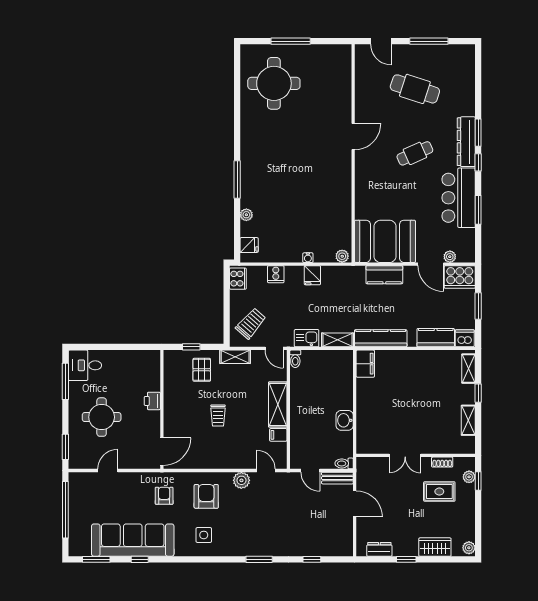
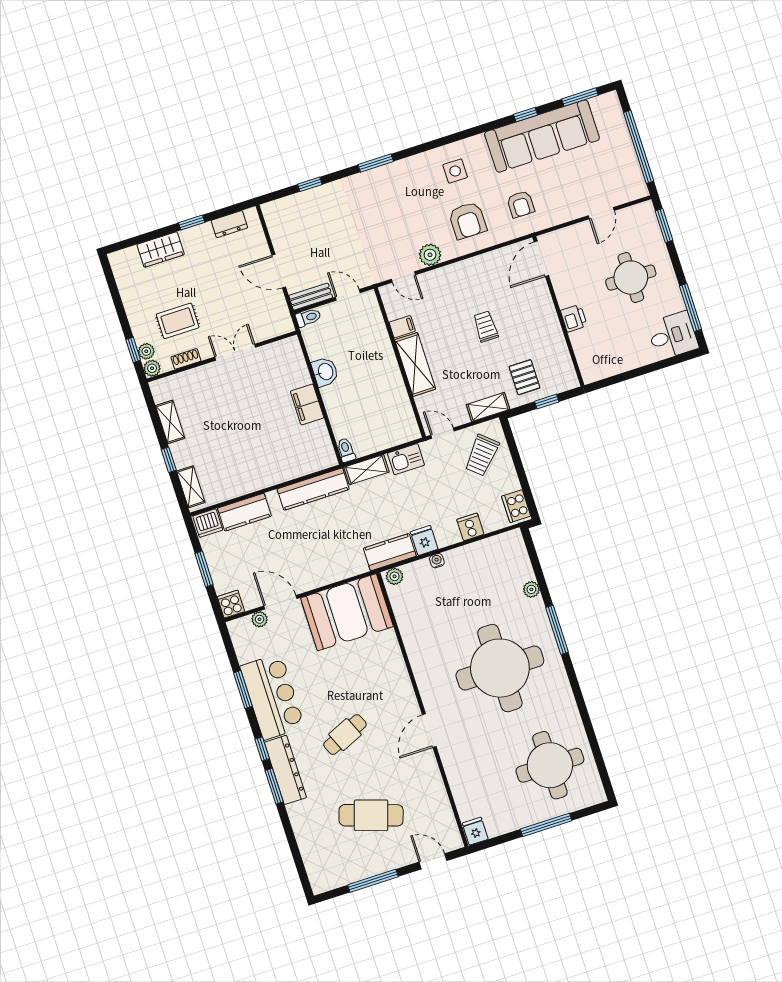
round table: (287, 165) -> (500, 668), added
fridge: (249, 245) -> (475, 831), moved, turned 90
kitchen counter: (384, 275) -> (390, 552), moved
cooker: (460, 277) -> (231, 604), width x0.53, depth x0.76
toilet: (295, 359) -> (346, 450), moved
filing cabinet: (365, 364) -> (307, 404), moved
plant: (469, 548) -> (152, 368), moved

